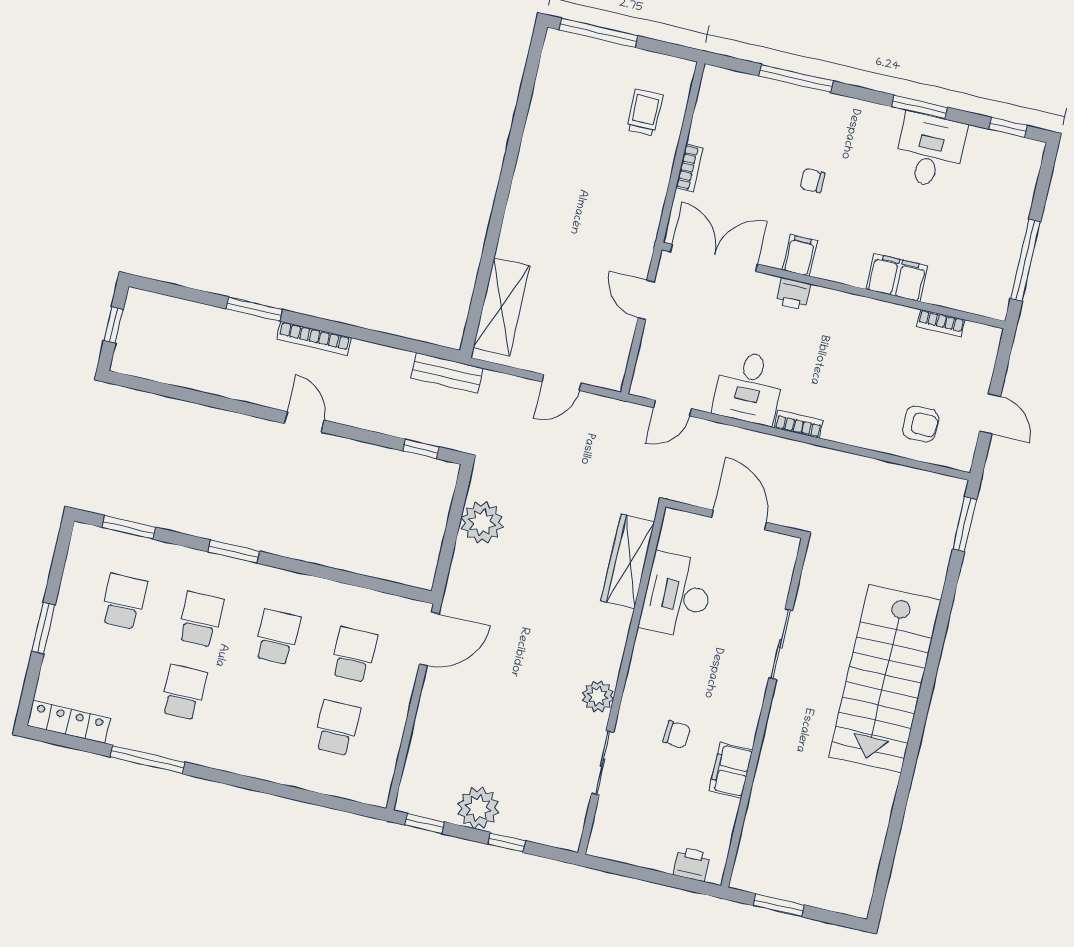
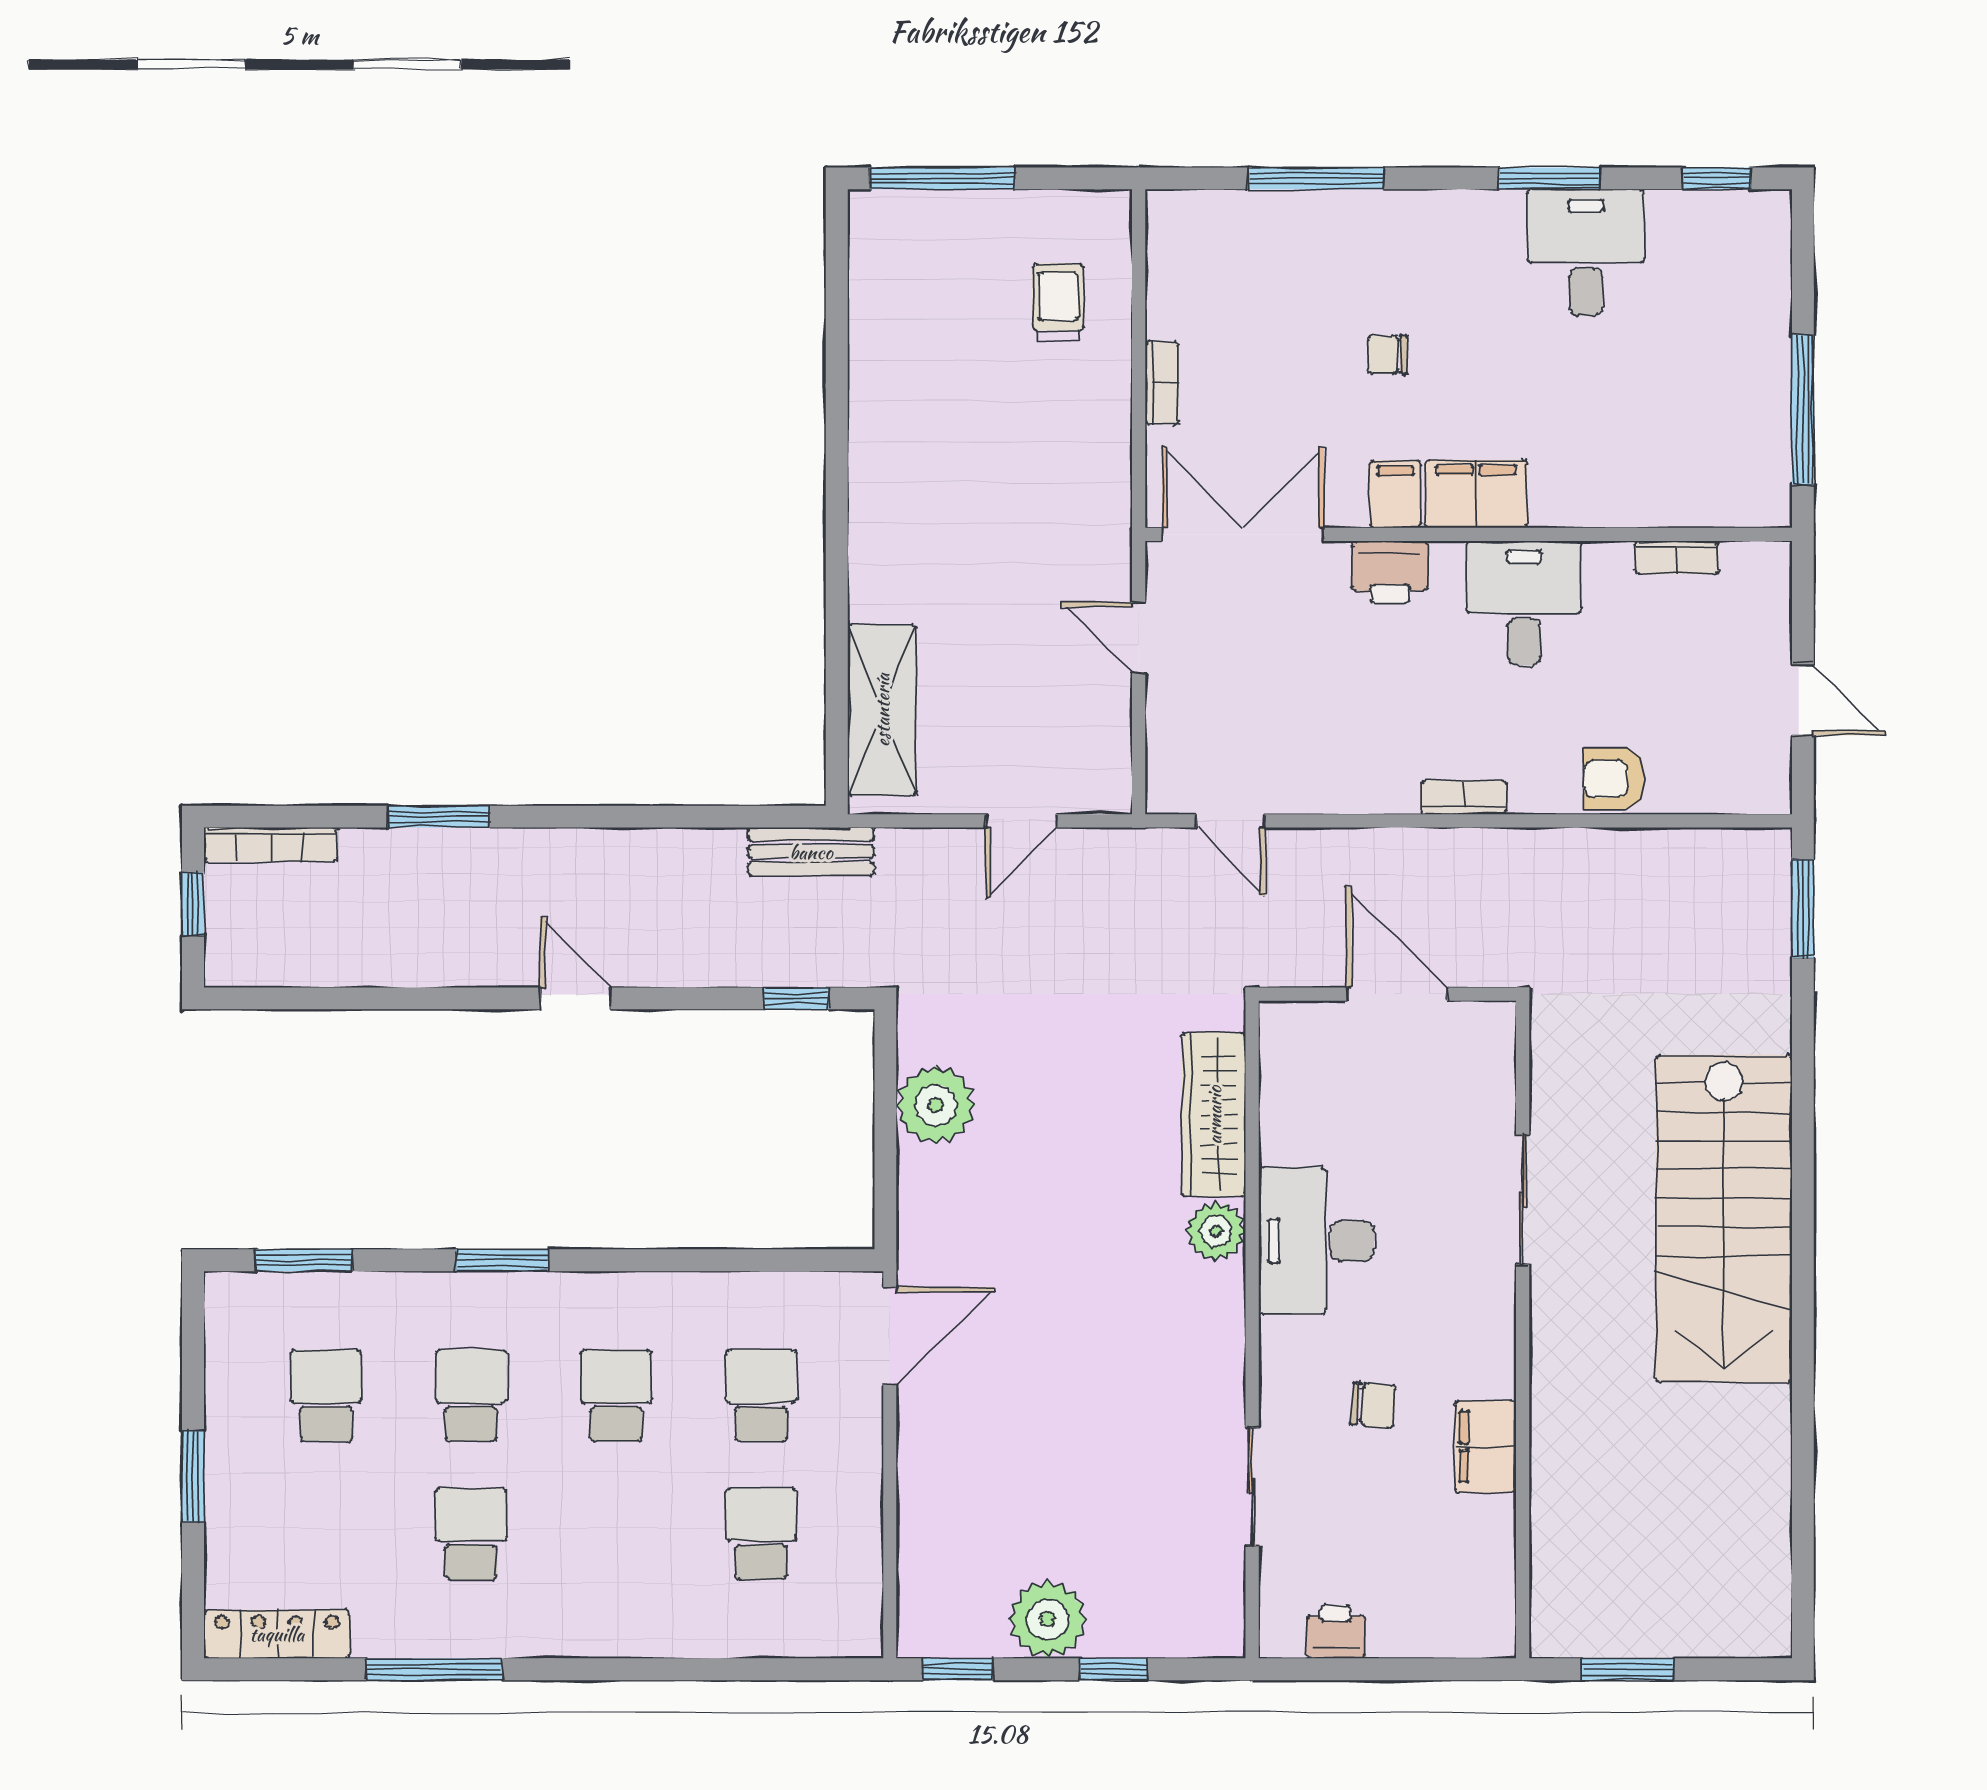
filing cabinet: (897, 278) -> (1476, 494), moved
printer: (793, 294) -> (1390, 572), width x1.36, depth x1.24
bookcase: (314, 338) -> (270, 845), moved
desk: (749, 387) -> (1524, 603), moved, turned 180
door: (672, 408) -> (1230, 821), hinge flipped
armchair: (921, 424) -> (1614, 779), moved, turned 180
desk: (677, 596) -> (1316, 1241), moved
plant: (598, 696) -> (1216, 1231), moved
printer: (692, 864) -> (1336, 1632), moved

